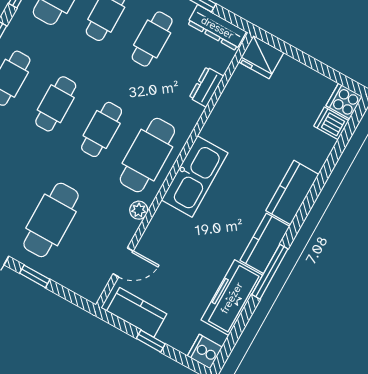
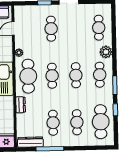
dresser: (206, 87) -> (21, 105), moved
cafe table: (51, 220) -> (51, 29), width x0.73, depth x0.74

